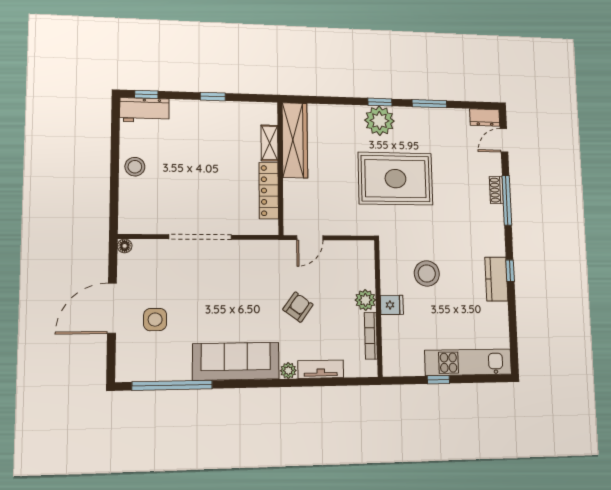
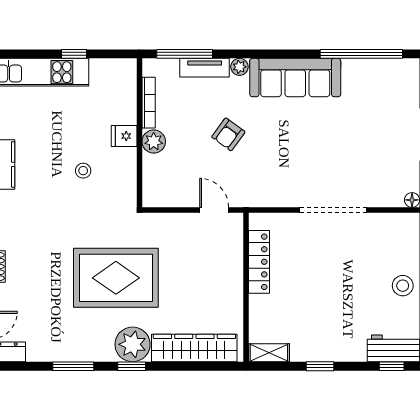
wardrobe: (295, 140) -> (194, 348), moved, turned 90
shelving: (270, 143) -> (269, 353), moved, turned 90
door: (310, 238) -> (214, 210), hinge flipped
stool: (427, 273) -> (83, 171), width x0.53, depth x0.53
side table: (155, 320) -> (380, 122), removed
window: (339, 382) -> (185, 54), added

